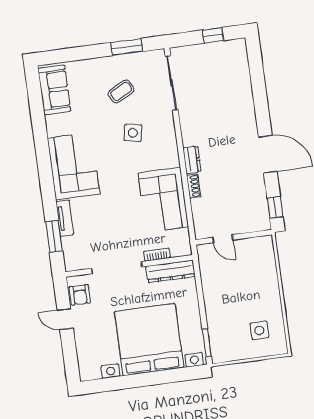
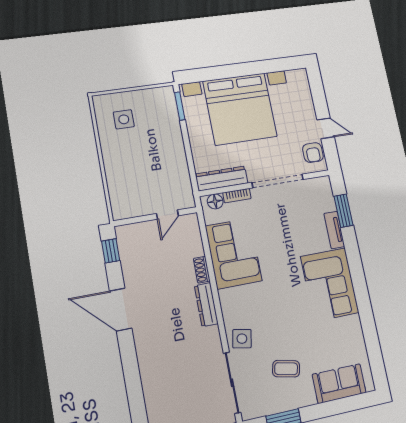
sofa: (54, 90) -> (339, 384), moved, turned 90
coffee table: (121, 92) -> (286, 369), turned 41
side table: (133, 133) -> (242, 339), moved
dresser: (192, 160) -> (206, 305), width x1.44
door: (223, 239) -> (167, 215), swing flipped
floor lamp: (178, 250) -> (215, 201), added
armchair: (80, 295) -> (313, 153), turned 180

